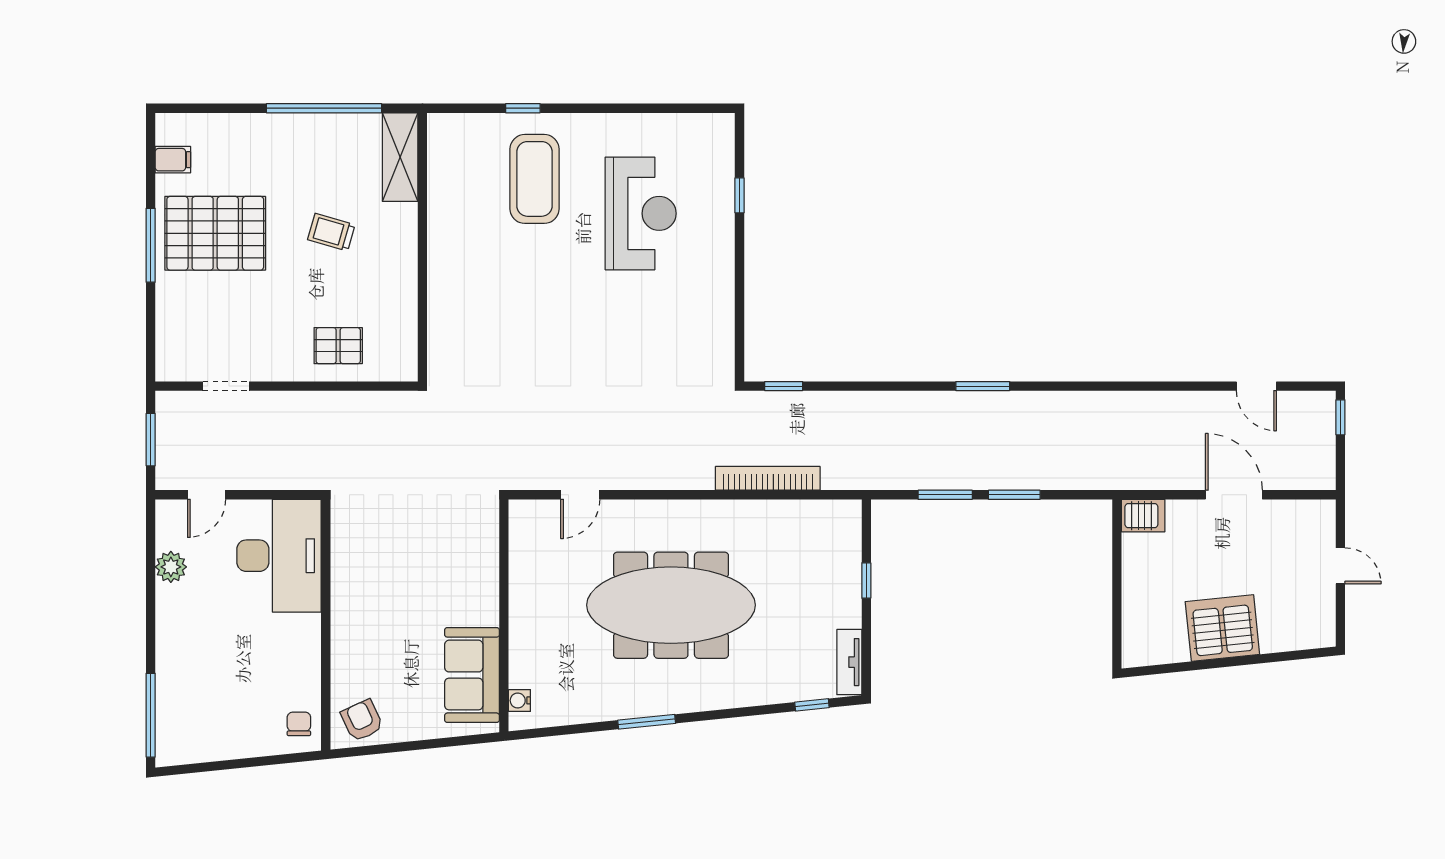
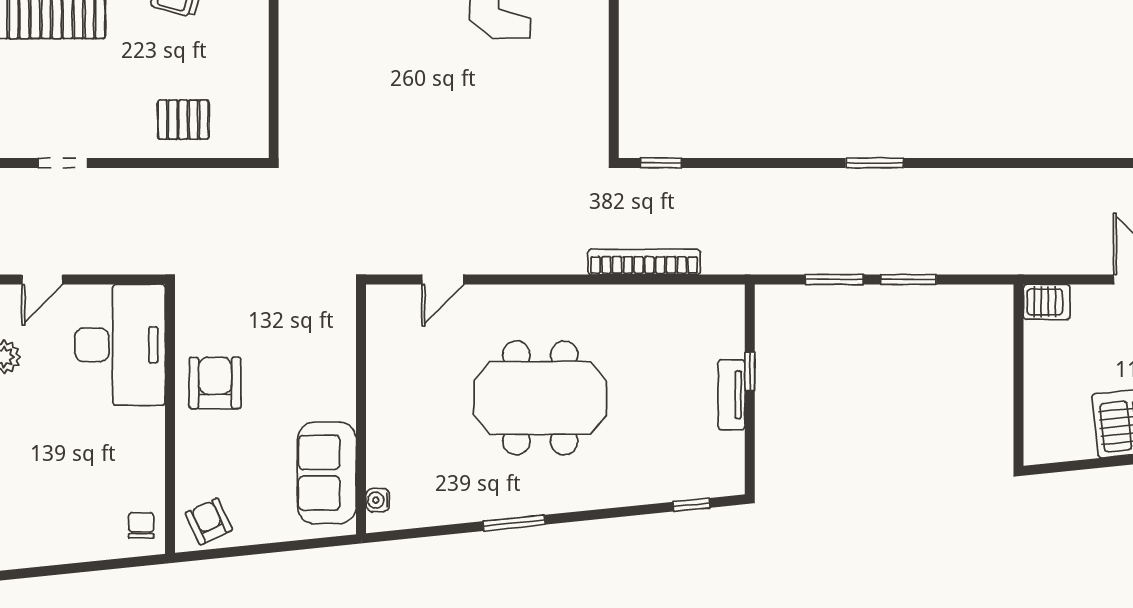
armchair: (368, 591) -> (215, 383), added
meeting table: (671, 605) -> (540, 398), width x0.73
tv unit: (849, 662) -> (732, 395), moved

